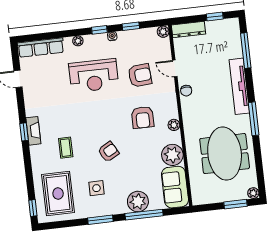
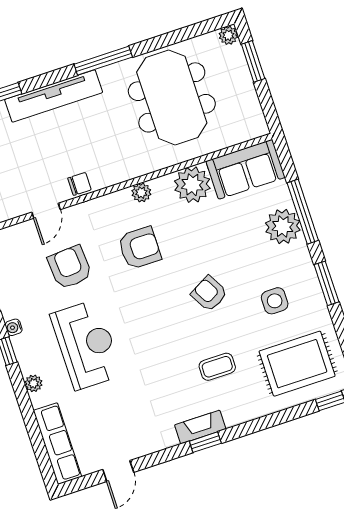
meeting table: (225, 154) -> (172, 97), turned 90

